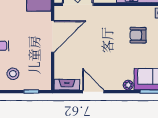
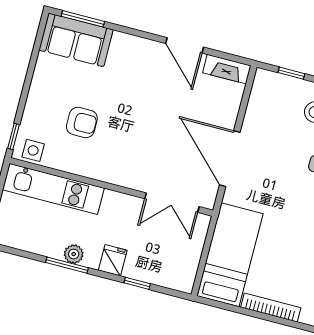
door: (53, 36) -> (230, 159), hinge flipped
plant: (128, 85) -> (121, 41), removed

